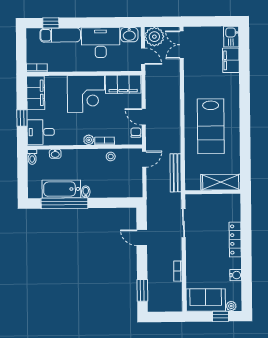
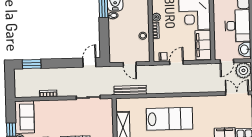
lab bench: (211, 126) -> (169, 119), turned 180
door: (144, 159) -> (130, 64), moved
door: (142, 238) -> (89, 62), moved

